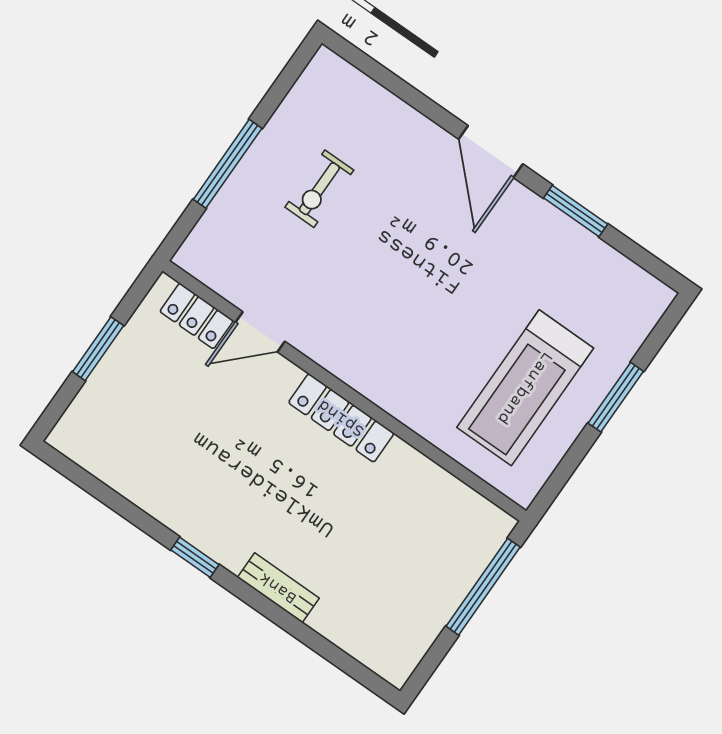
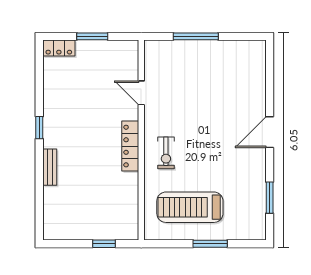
exercise bike: (319, 189) -> (166, 153), moved, turned -90
window: (576, 211) -> (270, 198), moved
locker: (197, 316) -> (59, 48), moved, turned -90
window: (483, 587) -> (104, 244), width x0.46

